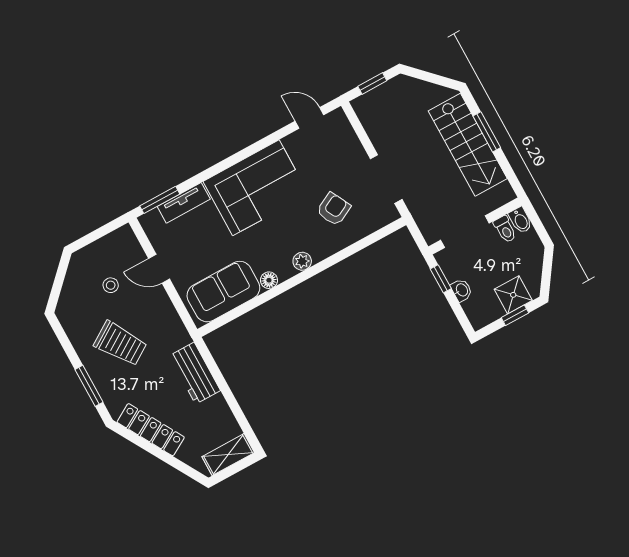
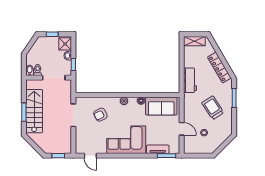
shower: (513, 295) -> (65, 44), moved

